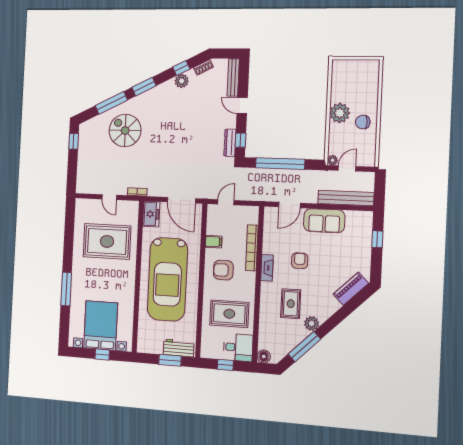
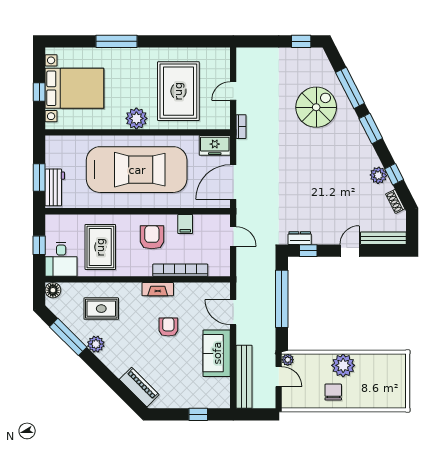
dresser: (230, 143) -> (300, 238), width x0.70
armchair: (300, 261) -> (168, 327), turned -90
plant: (127, 277) -> (136, 118), added
car: (167, 279) -> (137, 170), turned 180
rug: (291, 304) -> (101, 309), moved

